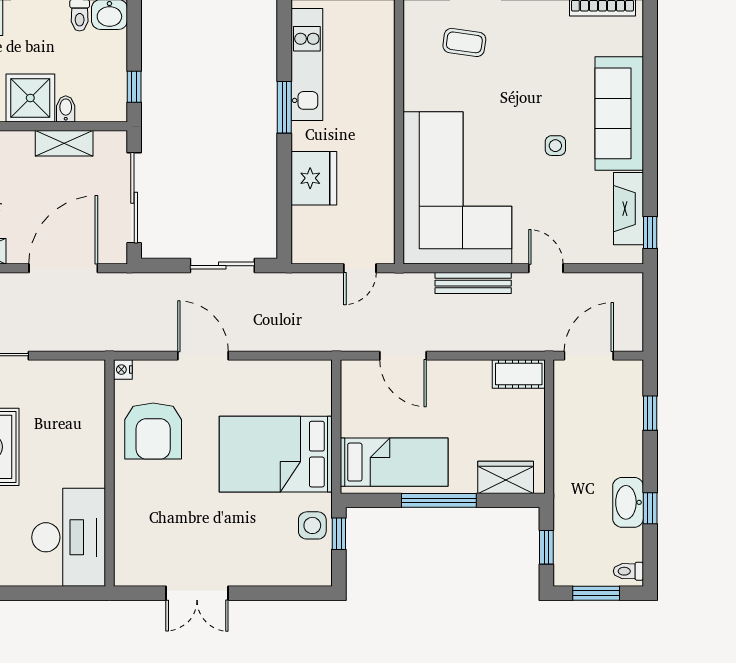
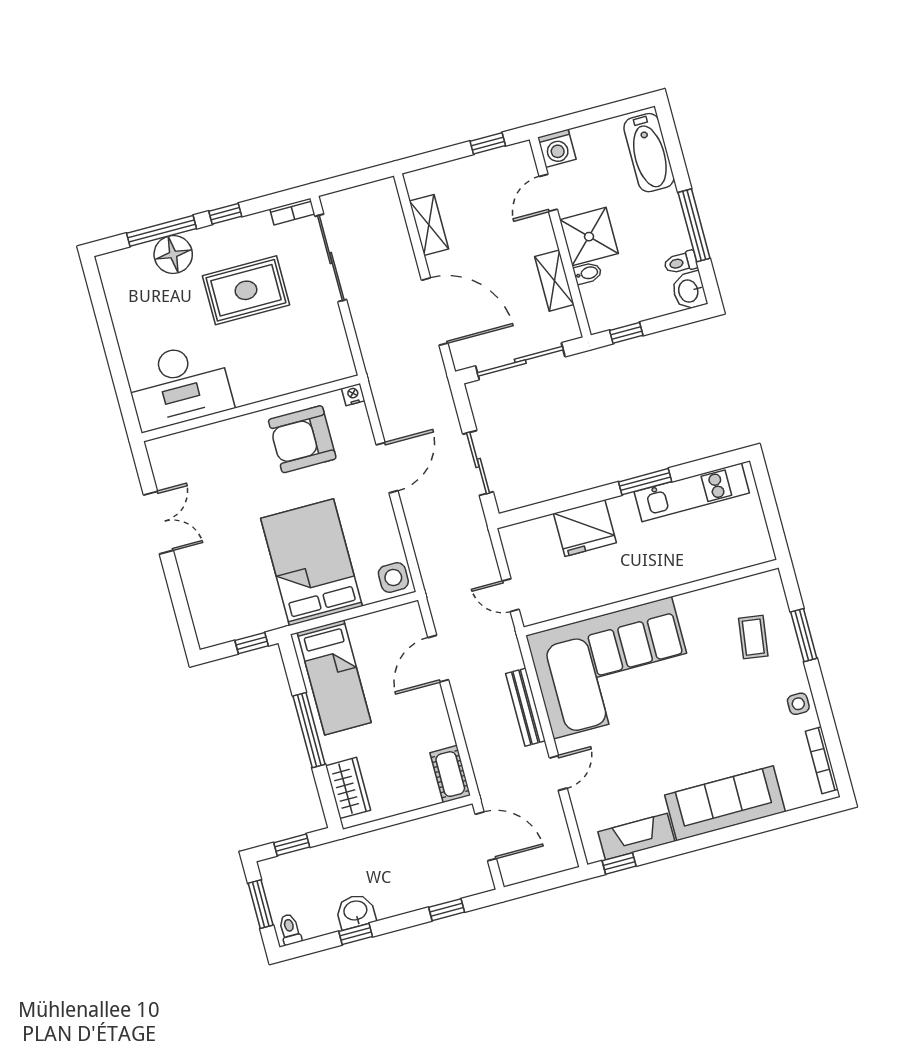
side table: (555, 146) -> (798, 704), moved
washbasin: (628, 502) -> (356, 911), width x0.72
side table: (312, 525) -> (393, 578), moved
double door: (197, 593) -> (158, 523), swing flipped

